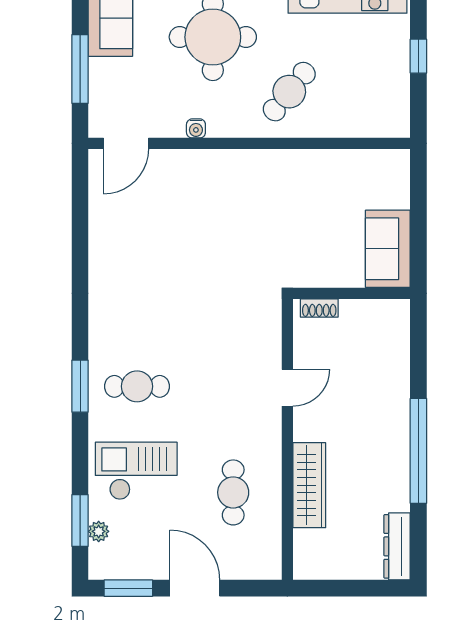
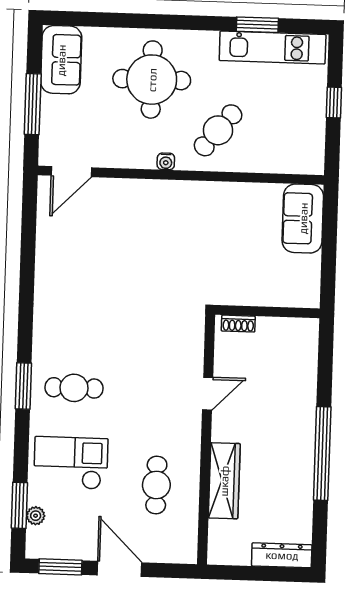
water cooler: (196, 128) -> (166, 161), moved
sofa: (388, 249) -> (303, 218), moved
dresser: (397, 546) -> (282, 555), moved, turned 90

